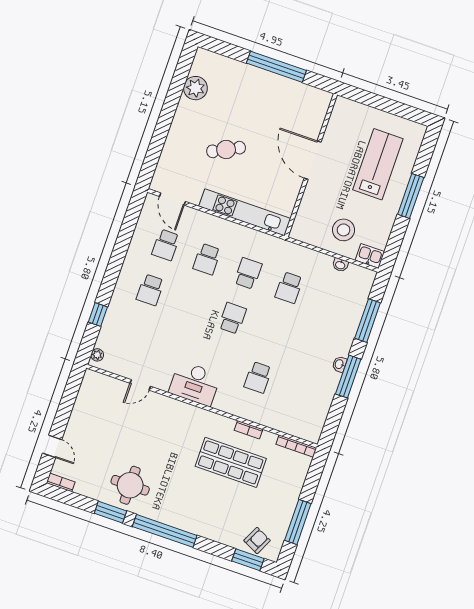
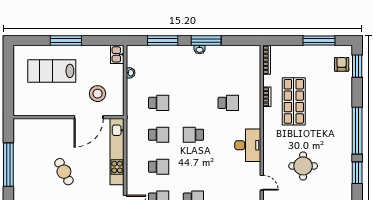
cafe table: (226, 149) -> (64, 172), moved
door: (313, 160) -> (89, 117), moved
stool: (344, 230) -> (98, 94), moved
school desk: (248, 273) -> (159, 135), turned 180
round table: (130, 485) -> (303, 166), moved
armchair: (257, 540) -> (342, 64), turned 64

